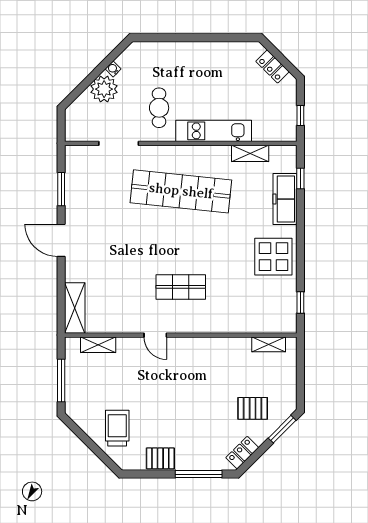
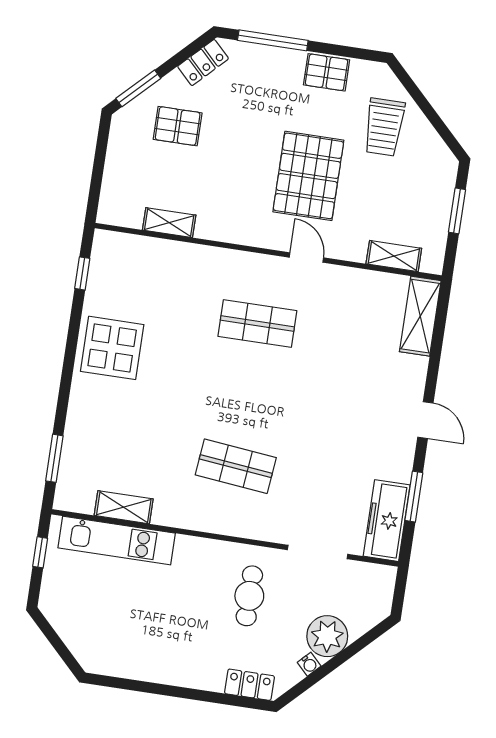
locker: (272, 67) -> (250, 685), moved, turned -45
kitchen unit: (214, 131) -> (117, 541), moved
window: (300, 179) -> (54, 458), width x1.50
shop shelf: (181, 191) -> (236, 466), width x0.50, depth x0.74
freezer: (285, 199) -> (387, 521), moved, turned 180
door: (61, 240) -> (425, 420), width x0.73
shelving: (269, 344) -> (169, 223), moved
window: (61, 381) -> (457, 211), width x0.69
pallet: (162, 389) -> (308, 176), added

